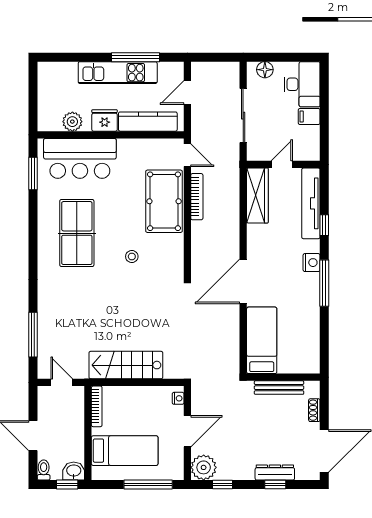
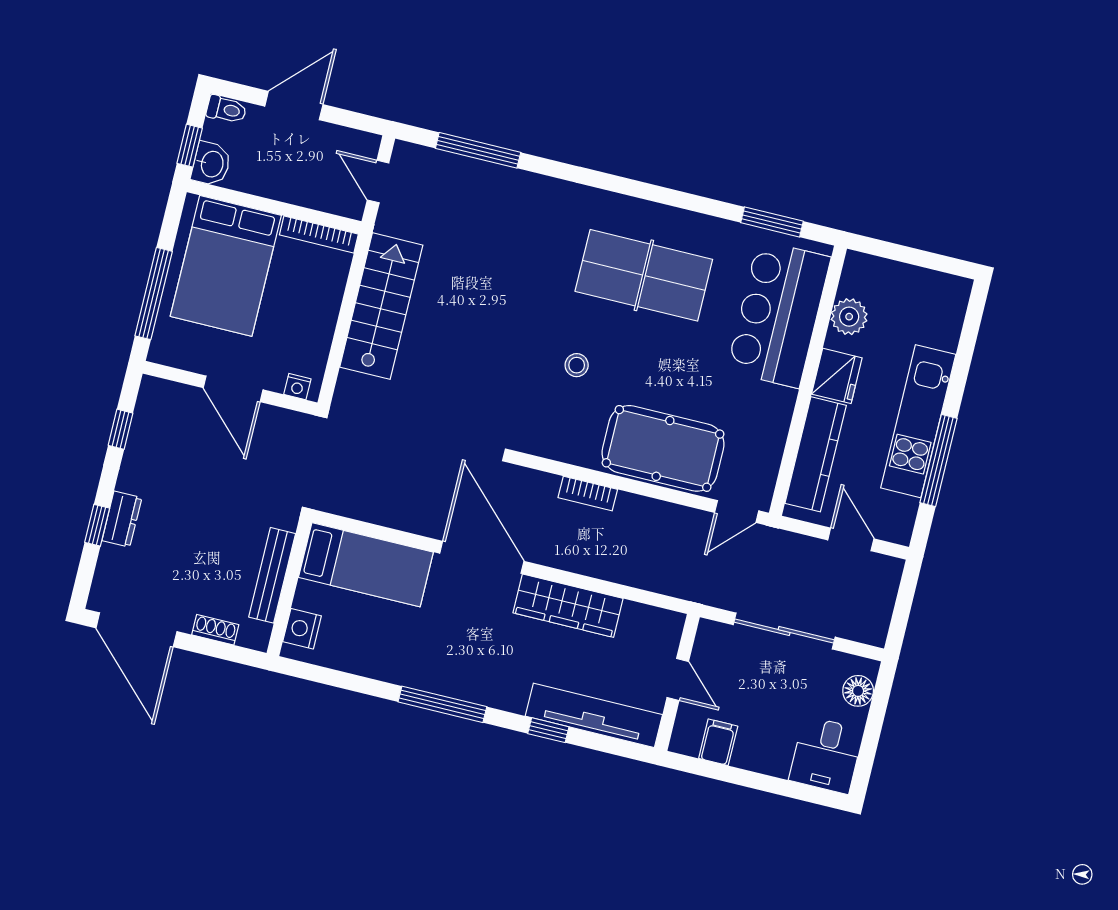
desk: (302, 84) -> (826, 755), width x0.73
filing cabinet: (309, 117) -> (718, 742), moved
wardrobe: (257, 196) -> (568, 606), moved
bookcase: (197, 197) -> (588, 493), moved, width x0.64
nightstand: (312, 263) -> (302, 629), moved, turned 90
door: (62, 382) -> (378, 182), swing flipped
bed: (125, 451) -> (226, 266), width x1.50
plant: (204, 467) -> (160, 402), removed
dresser: (275, 472) -> (122, 519), width x0.70

